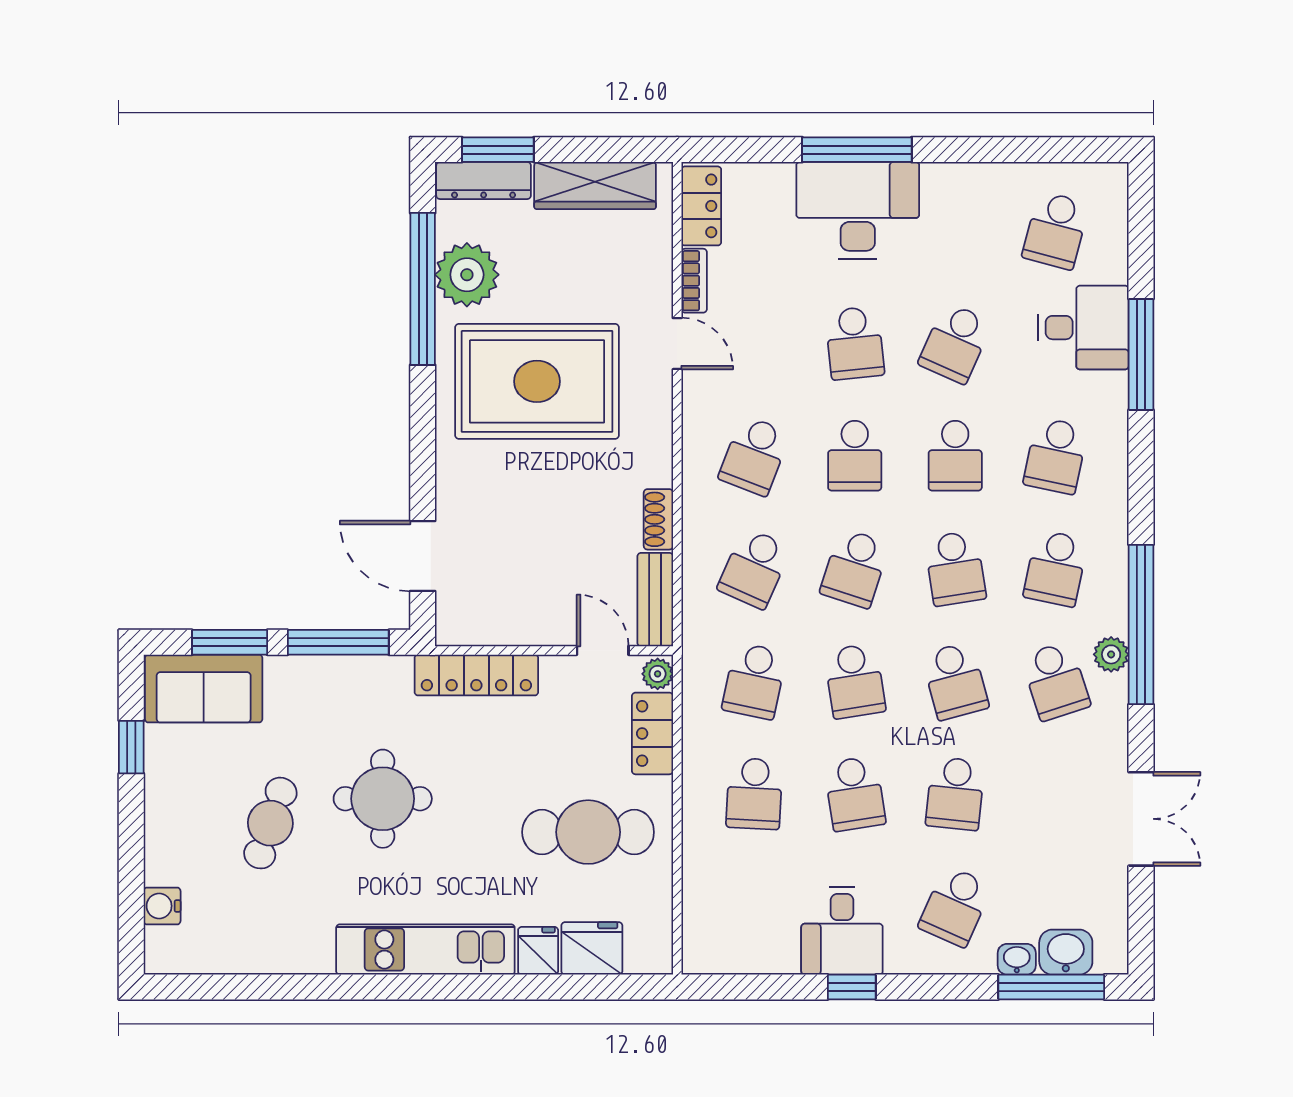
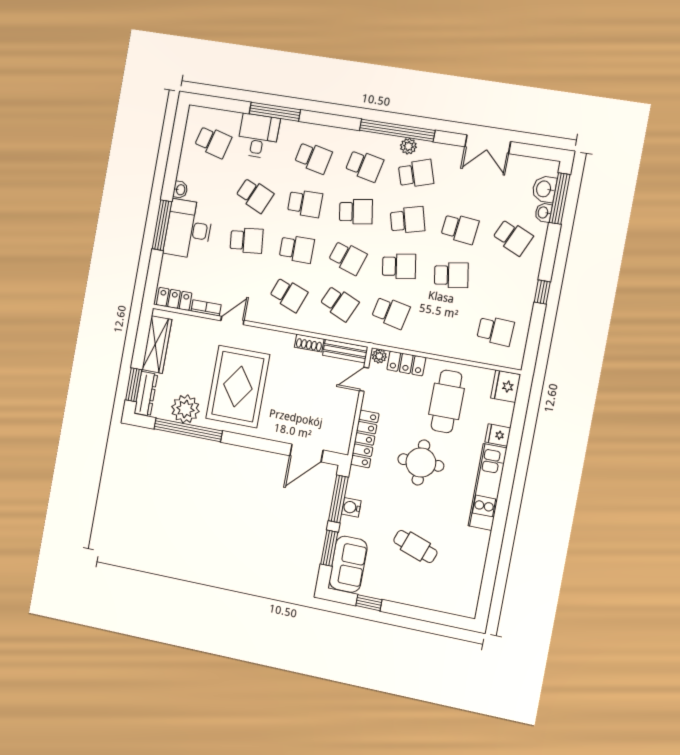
washbasin: (940, 177) -> (180, 190), added
school desk: (754, 794) -> (495, 331), moved
round table: (383, 799) -> (421, 463), moved
double door: (1141, 819) -> (488, 144), swing flipped
water cooler: (162, 906) -> (351, 507), moved, turned 90
desk: (842, 931) -> (515, 292), removed
fridge: (592, 948) -> (506, 386), moved

